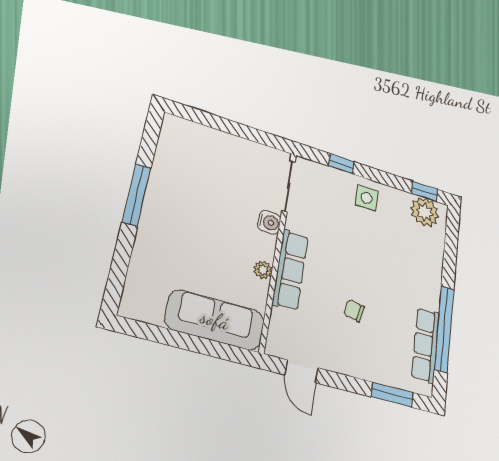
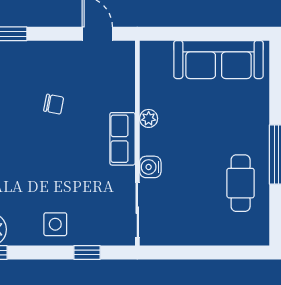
cafe table: (181, 179) -> (241, 183), added
row of seats: (290, 270) -> (122, 139), width x0.68
sofa: (215, 320) -> (218, 60), moved

